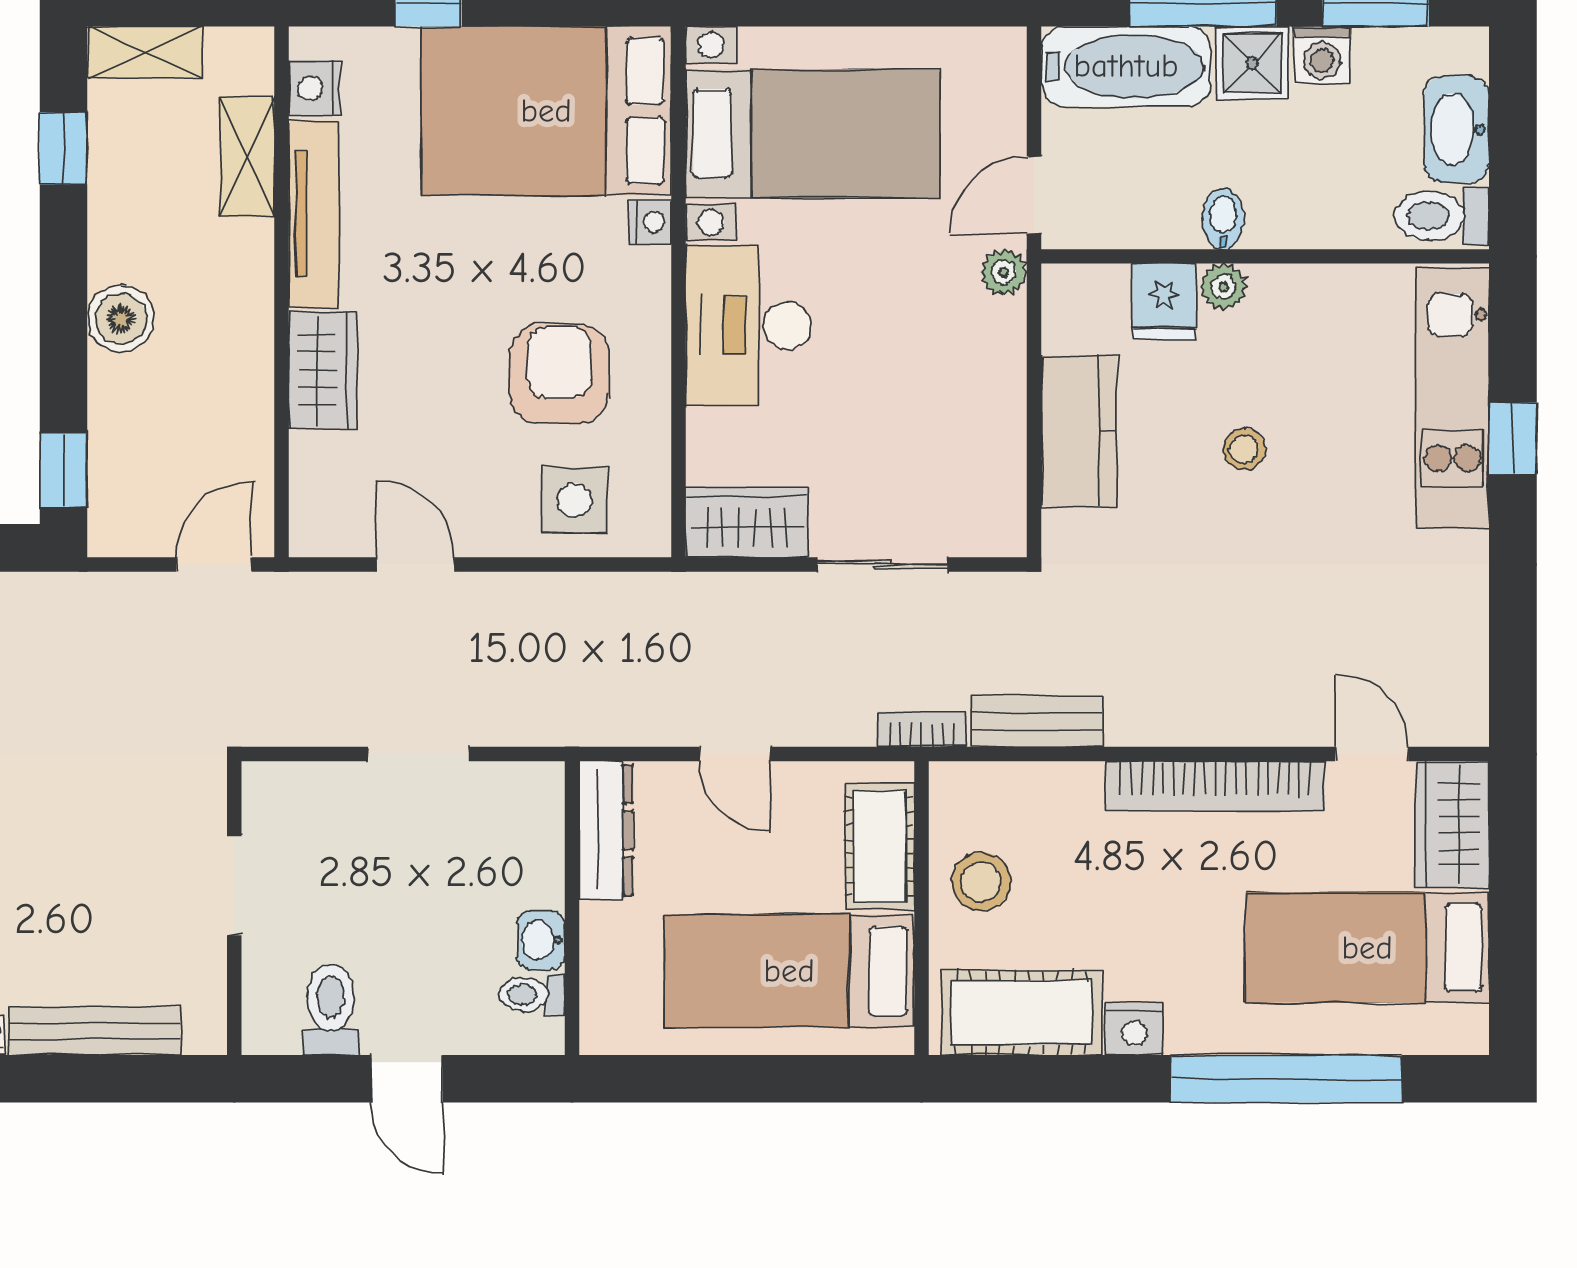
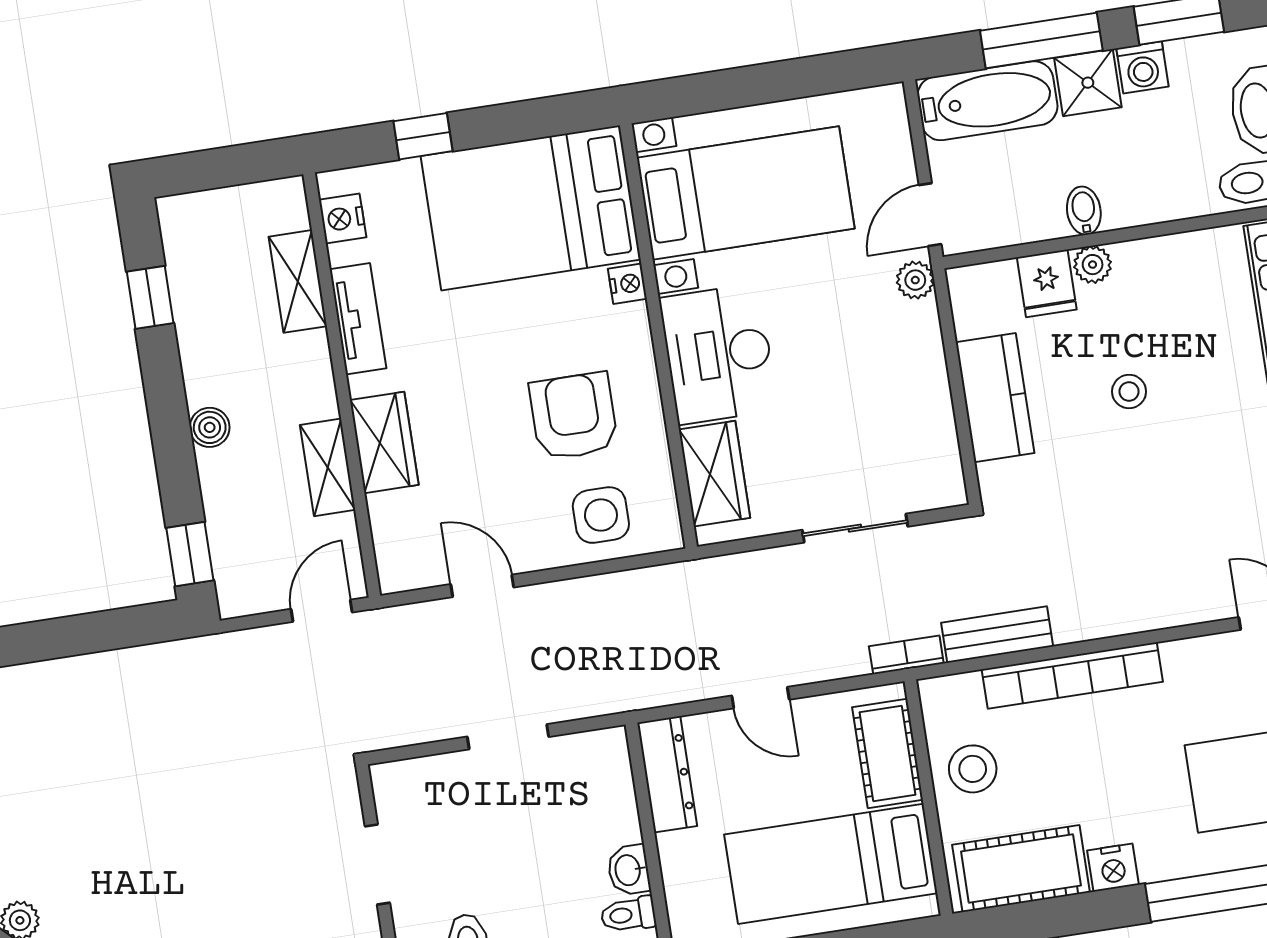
shelving: (145, 52) -> (328, 467), moved, turned 90
tv unit: (314, 214) -> (358, 319), width x0.71
boiler: (121, 319) -> (210, 427), width x0.73, depth x0.73
wardrobe: (747, 522) -> (714, 474), moved, turned 90
bookcase: (1215, 786) -> (1072, 676), moved

